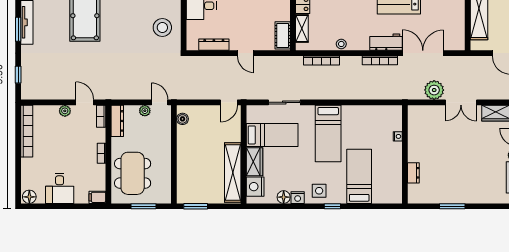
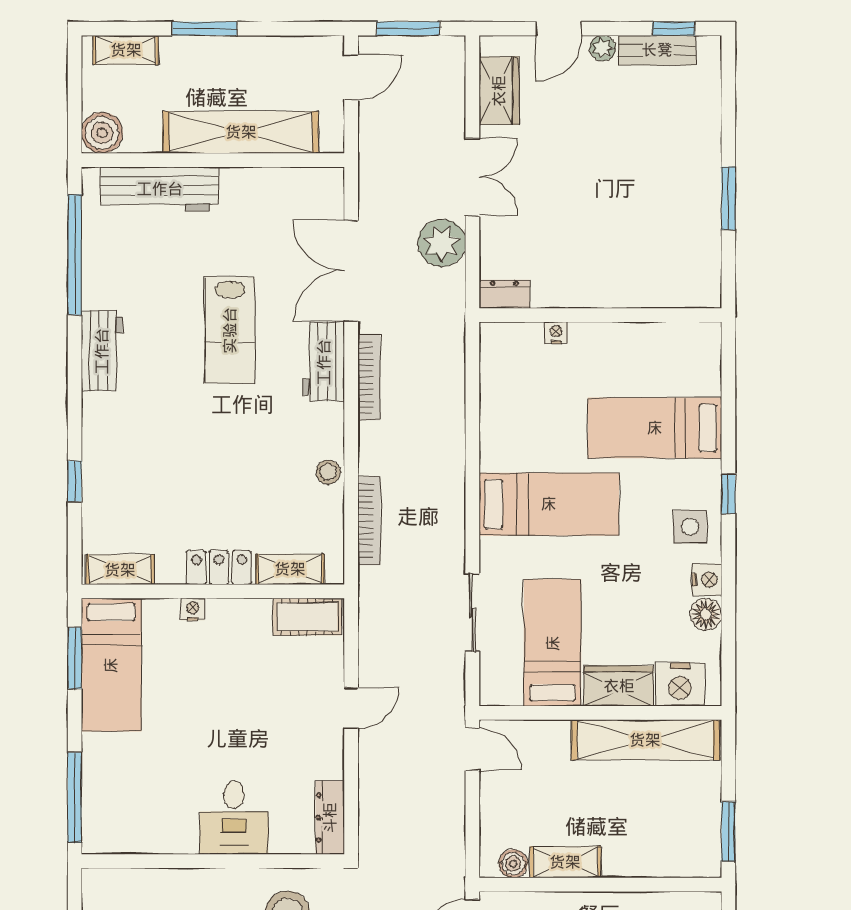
dresser: (214, 45) -> (330, 818), moved
shelving: (183, 140) -> (565, 862), added
dresser: (413, 173) -> (504, 294), moved

